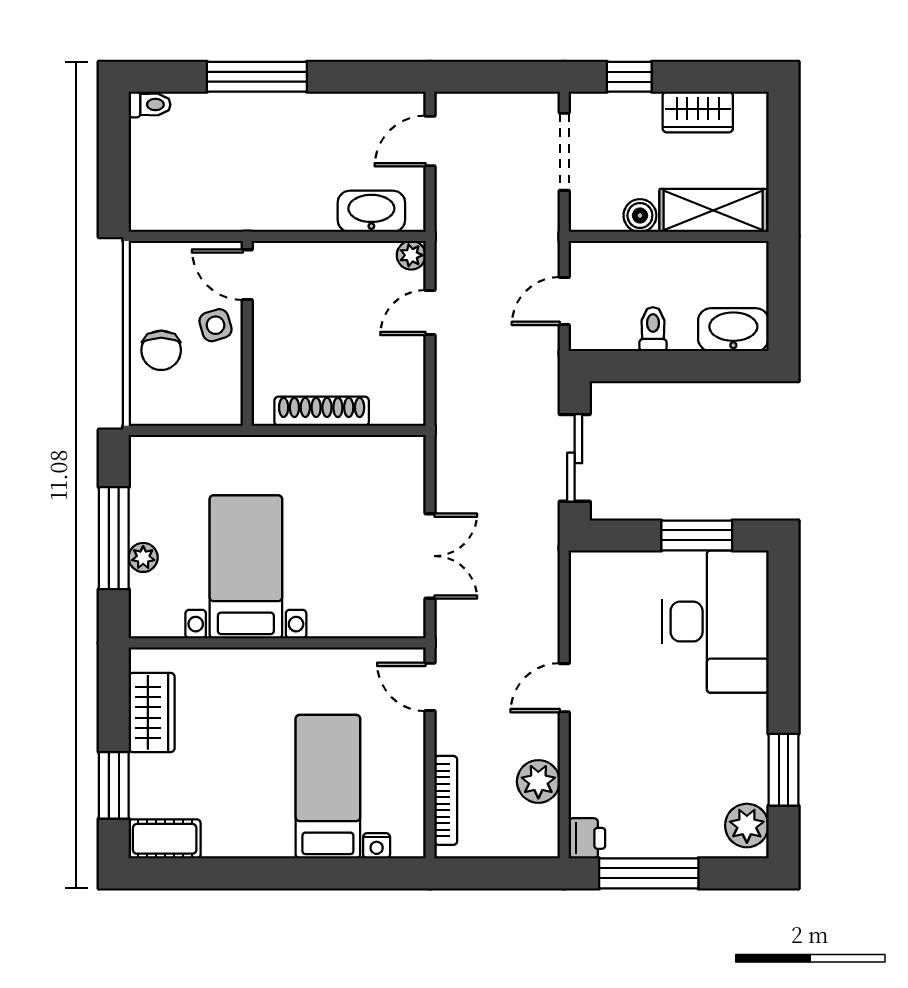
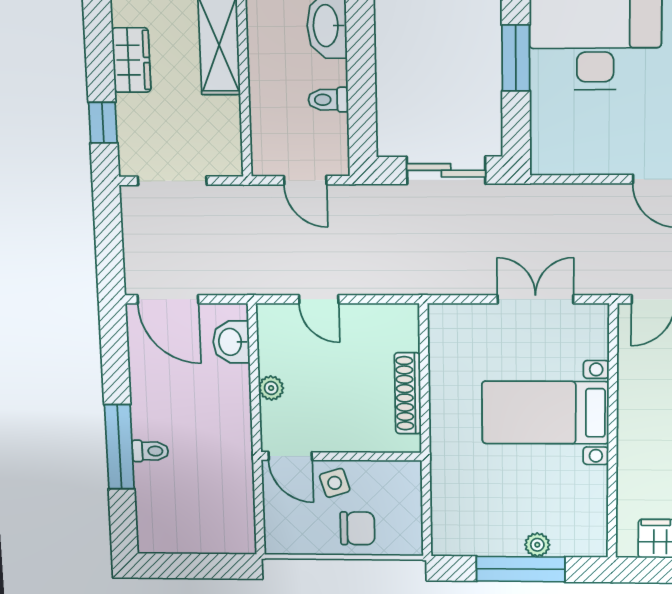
toilet: (150, 105) -> (150, 451), moved, turned 90
door: (430, 141) -> (168, 299), width x1.38
washbasin: (371, 211) -> (231, 342), width x0.72
boiler: (640, 215) -> (226, 112), removed
plant: (411, 255) -> (271, 388), moved
door: (247, 275) -> (290, 456), hinge flipped
bed with nightstands: (246, 567) -> (545, 413), moved

